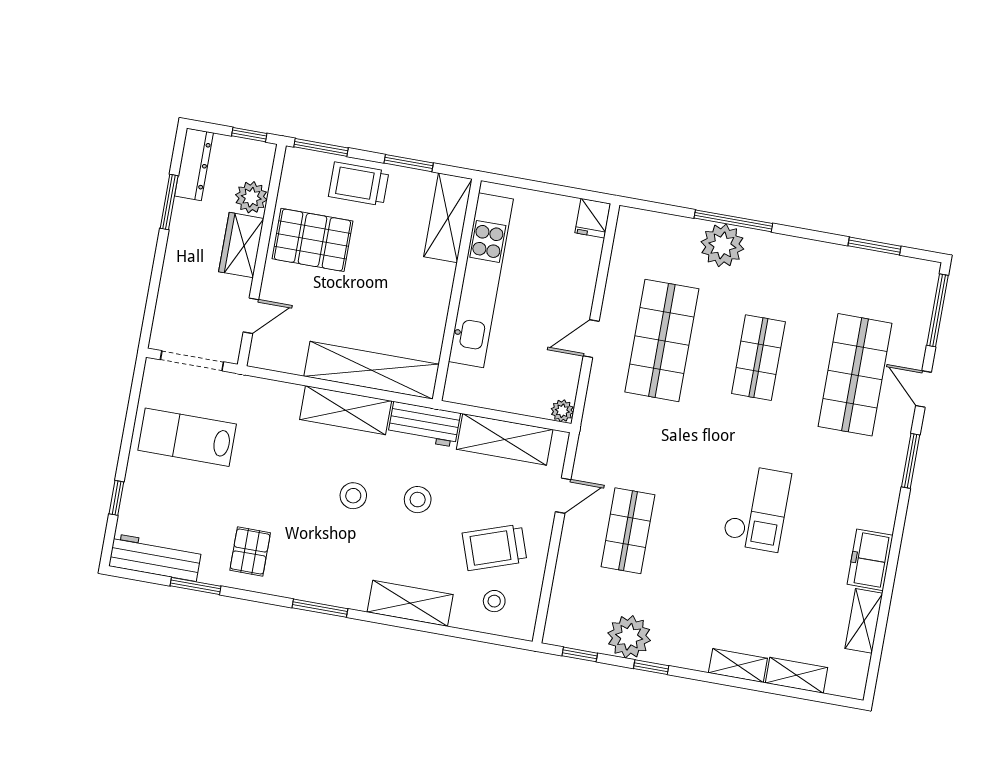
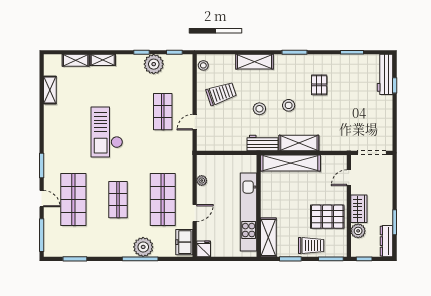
door: (591, 339) -> (195, 213), moved
plant: (562, 411) -> (202, 181), moved
lab bench: (187, 437) -> (368, 118), removed
shelving: (505, 439) -> (225, 143), removed
checkout: (757, 508) -> (107, 132), width x1.36, depth x1.21
pallet: (250, 552) -> (319, 85), moved
workbench: (155, 558) -> (385, 74), moved, turned 90
freezer: (870, 560) -> (184, 242), moved, turned 180
stool: (494, 601) -> (203, 65), moved

